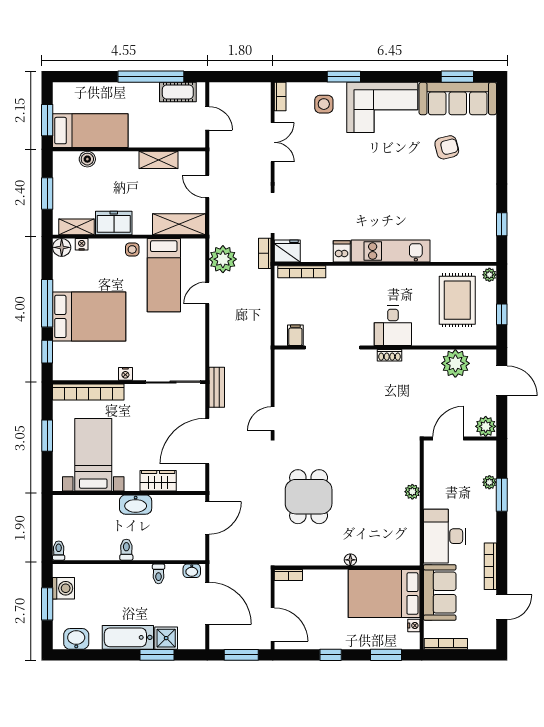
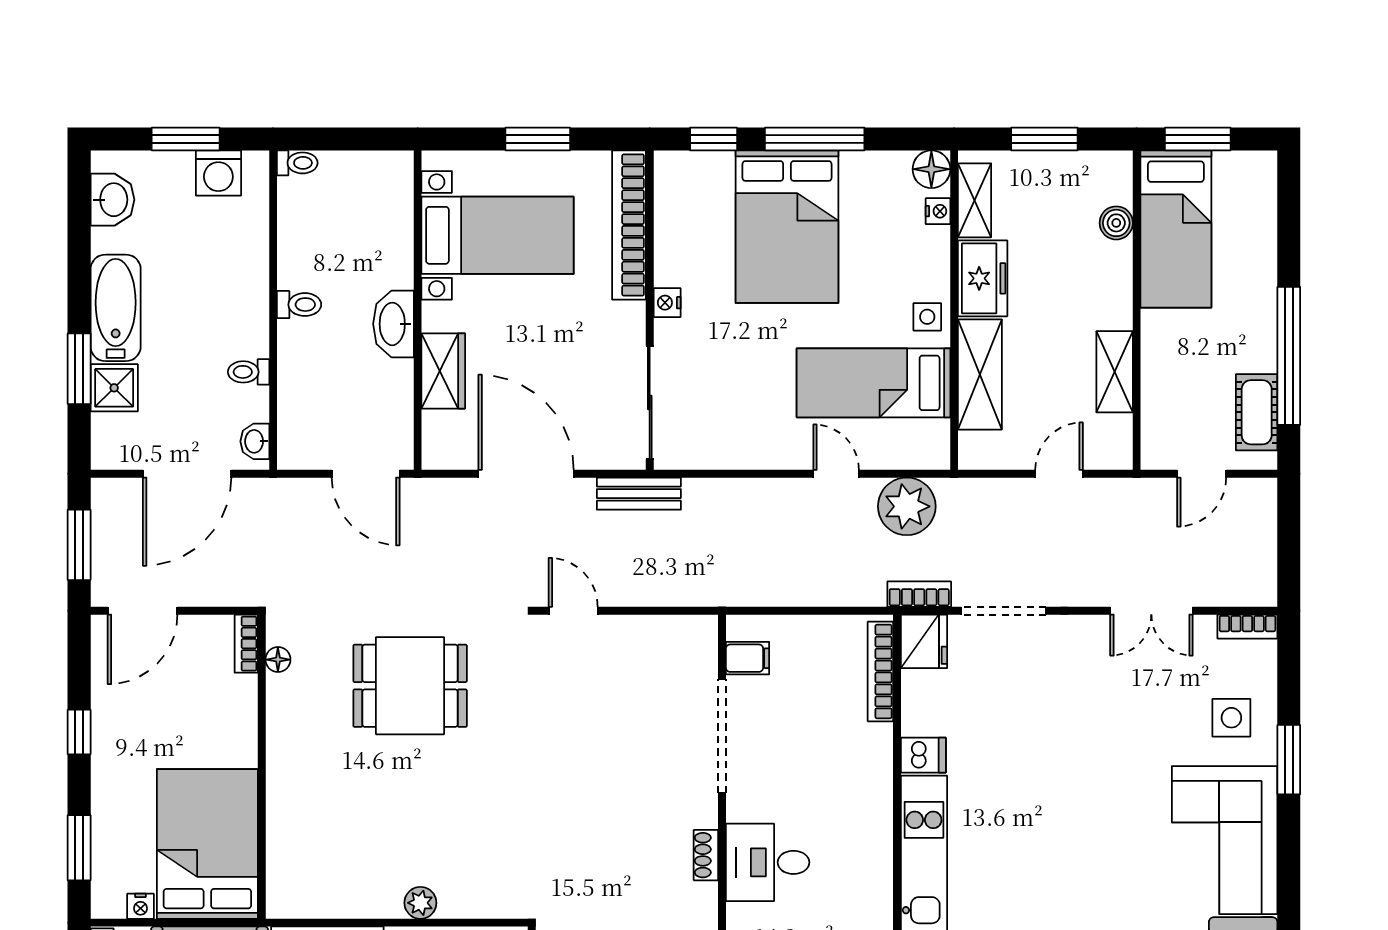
shelving: (179, 224) -> (980, 374), moved
floor lamp: (350, 560) -> (278, 660), moved

